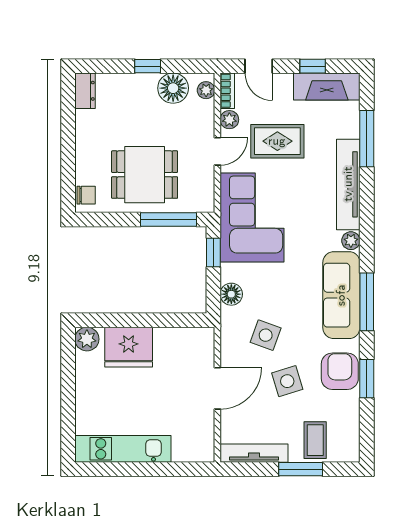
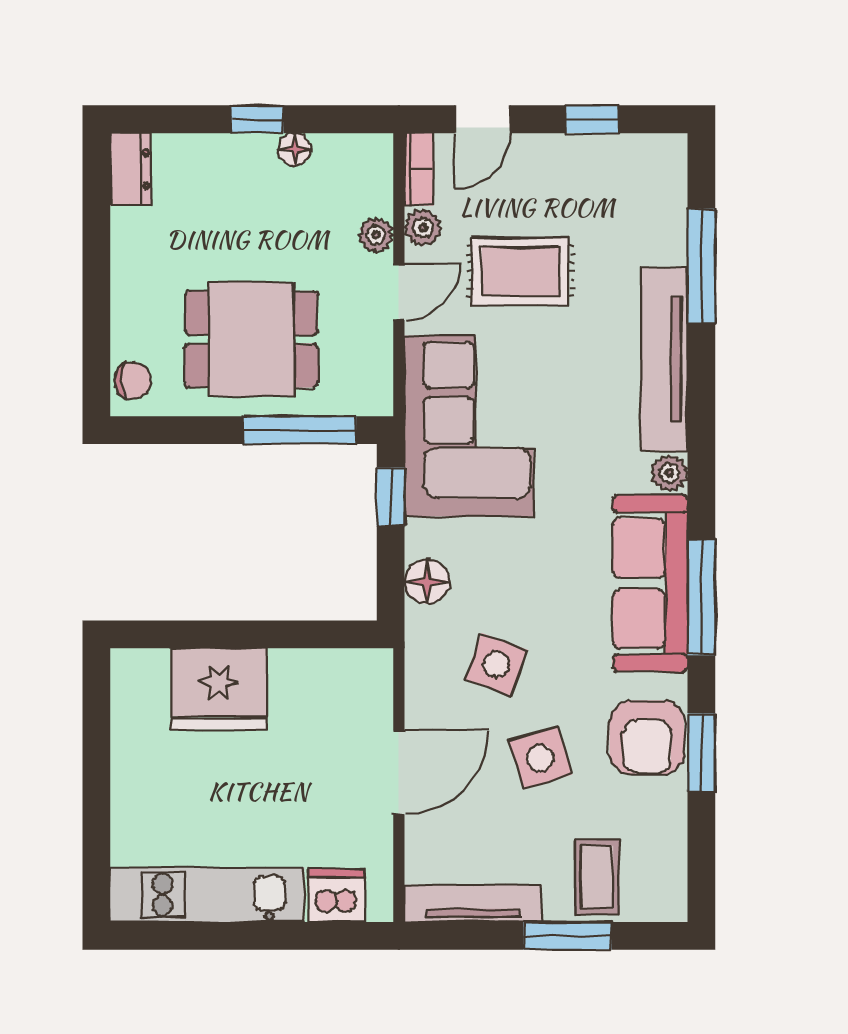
door: (259, 66) -> (482, 119), hinge flipped
fireplace: (327, 87) -> (620, 161), removed
floor lamp: (173, 88) -> (295, 149), width x0.53, depth x0.53
plant: (206, 90) -> (376, 235), moved
plant: (87, 339) -> (134, 672), removed
armchair: (340, 371) -> (647, 738), turned 180
dishwasher: (187, 449) -> (336, 896), added

